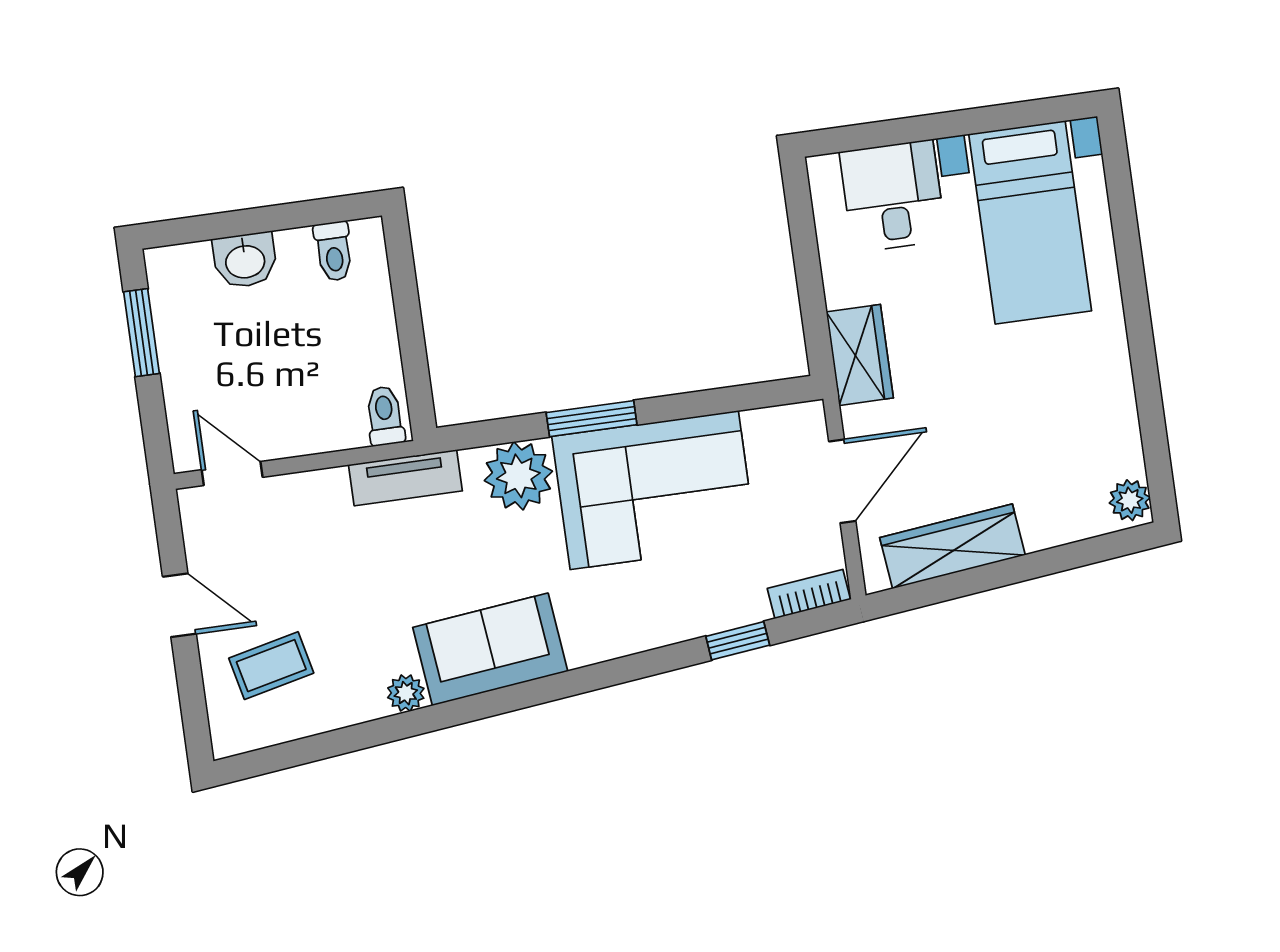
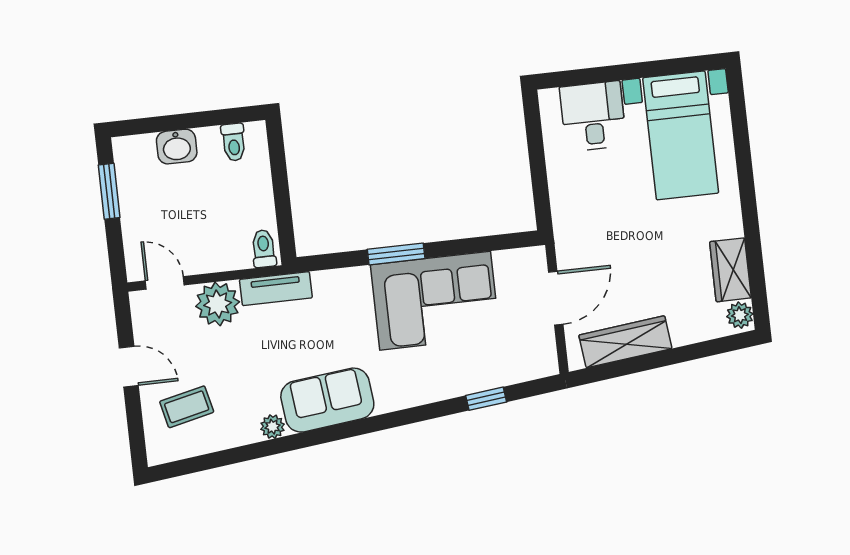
wardrobe: (860, 355) -> (730, 270), moved, turned 180
plant: (518, 476) -> (218, 304), moved
bookcase: (809, 594) -> (533, 370), removed

